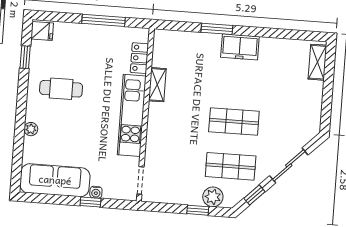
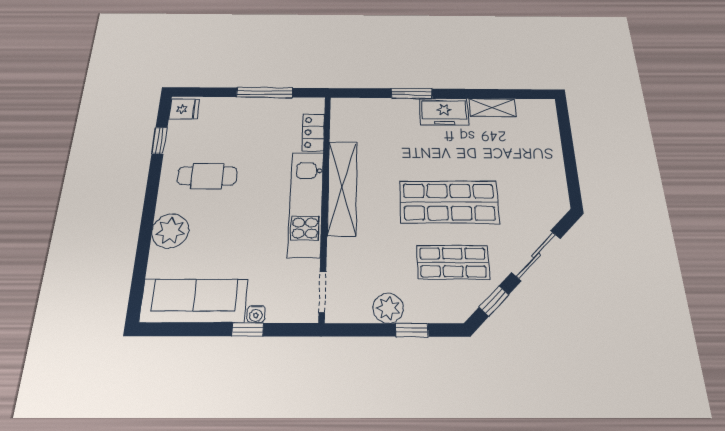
shelving: (317, 62) -> (492, 107), moved, turned 90
shelving: (157, 85) -> (342, 188), width x2.20, depth x1.33
shop shelf: (234, 121) -> (449, 202), width x1.43, depth x1.36
plant: (31, 129) -> (170, 231), width x1.88, depth x1.88
plant: (213, 197) -> (388, 308), moved

